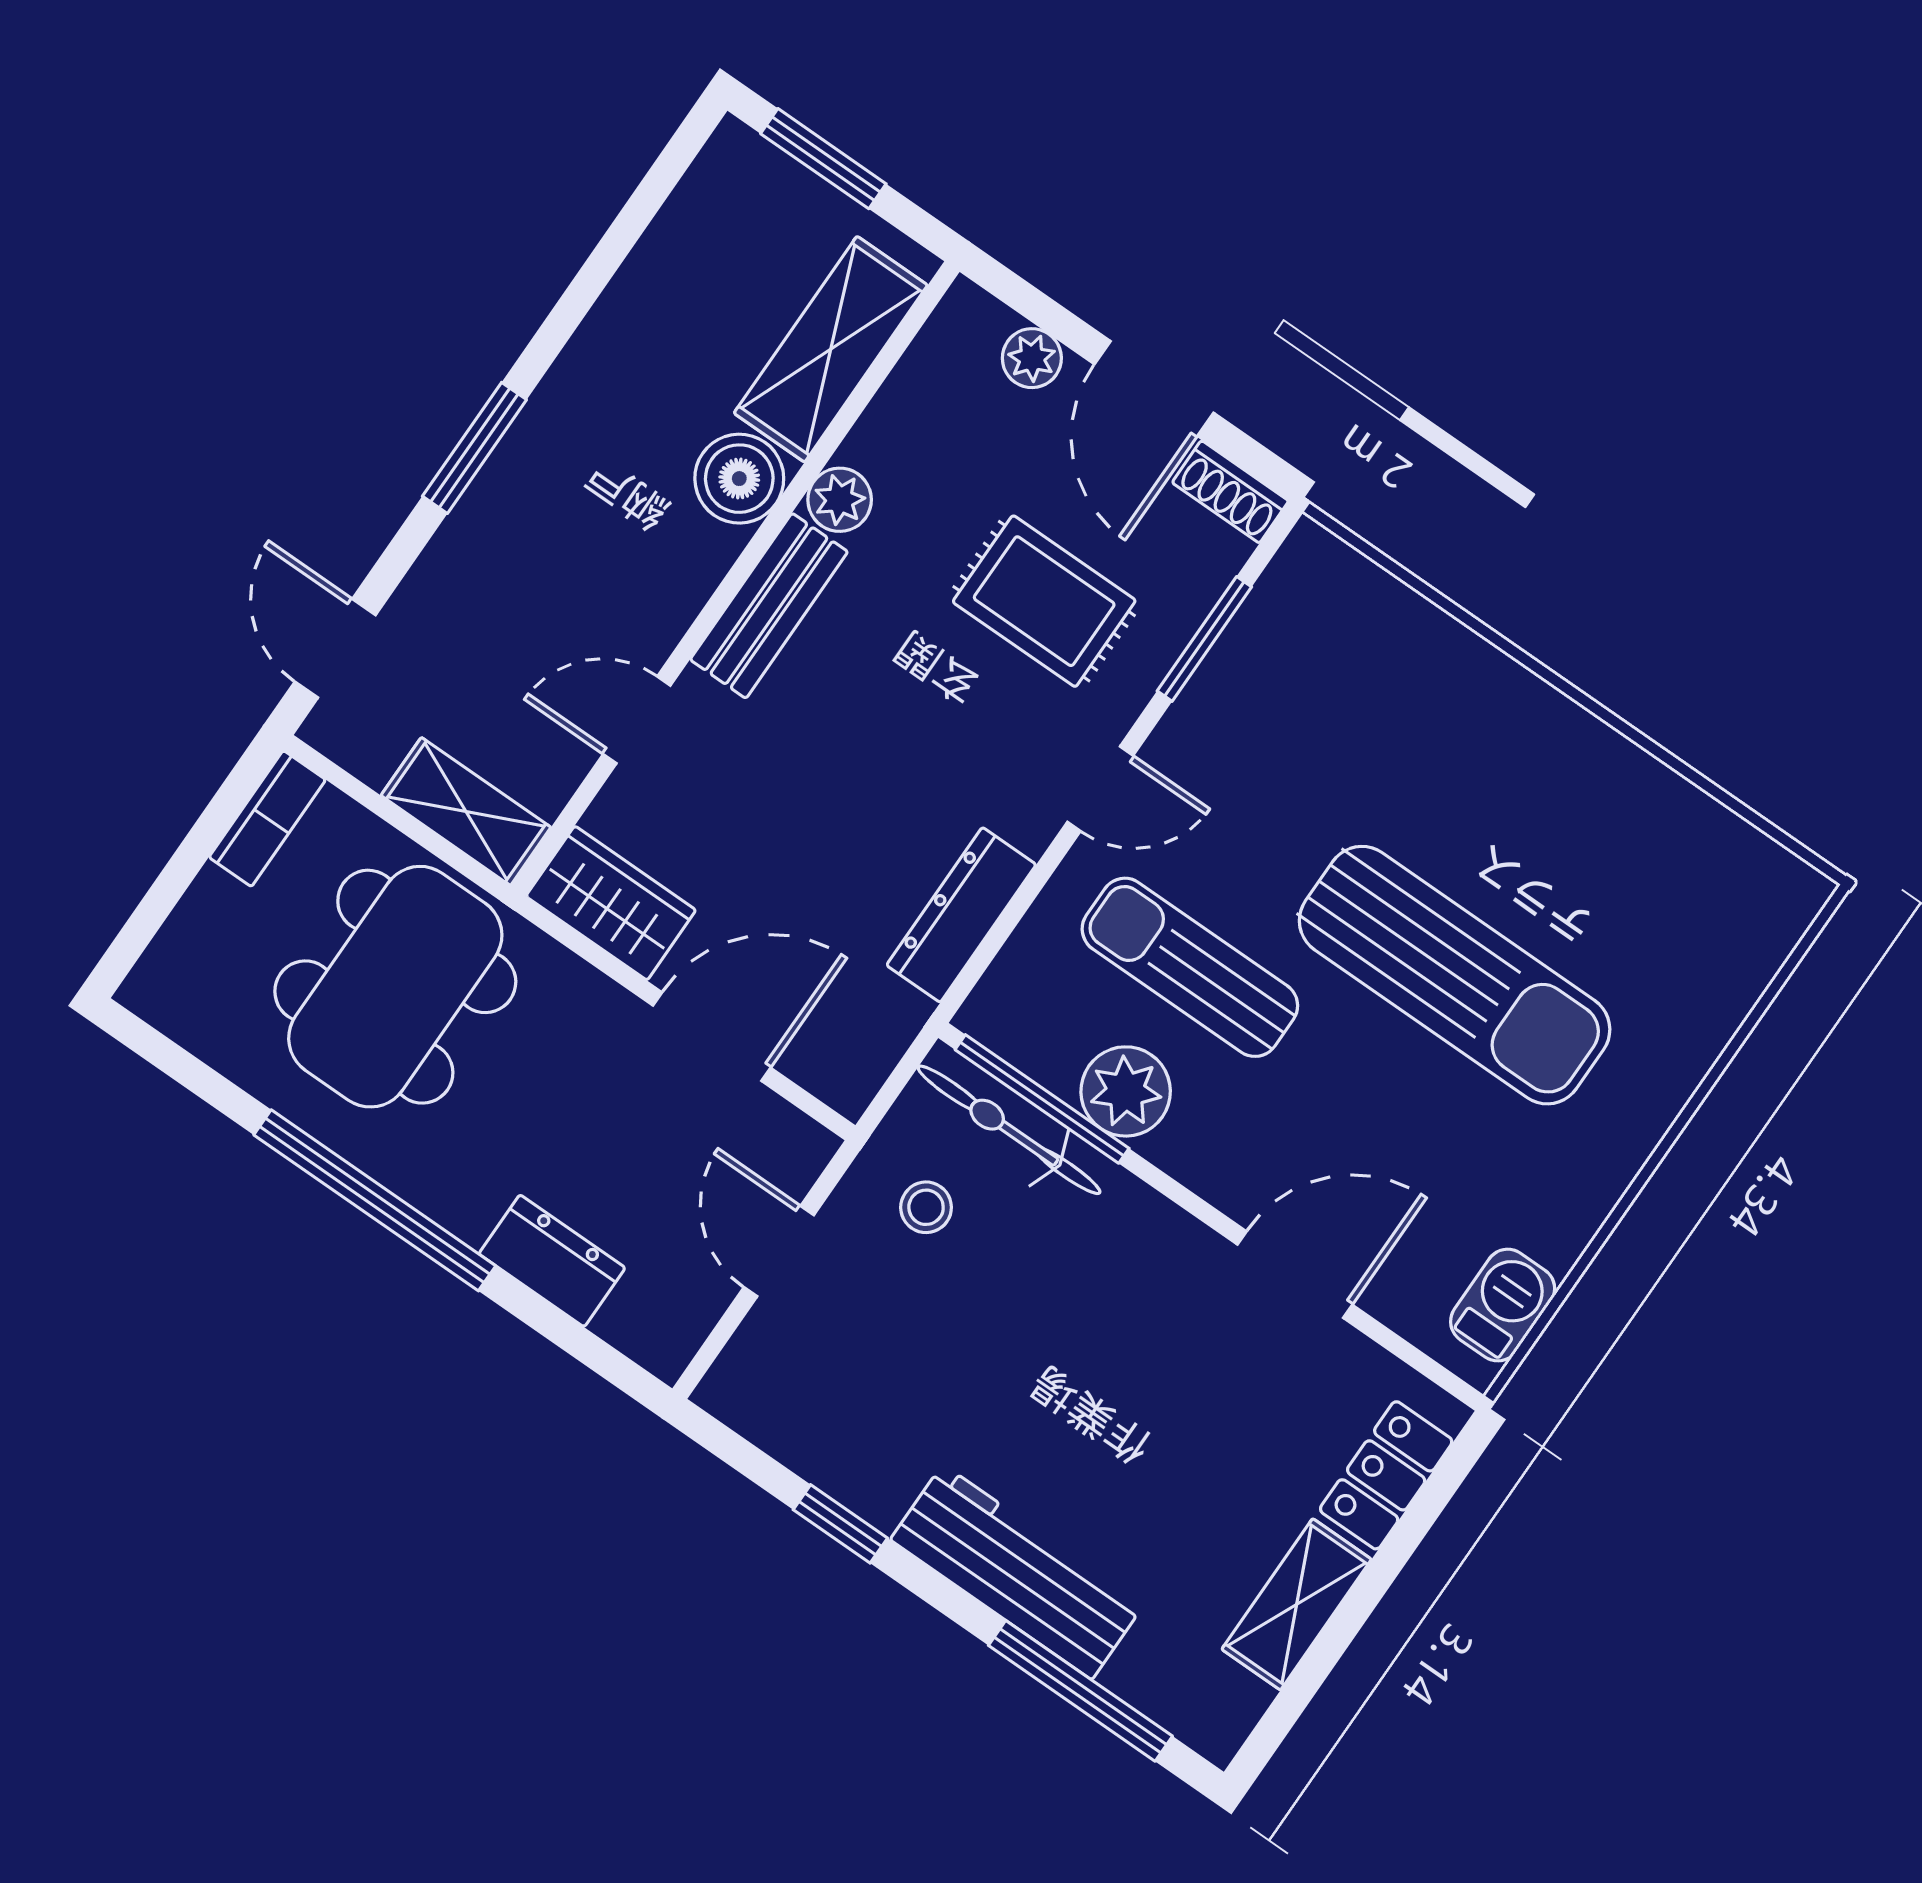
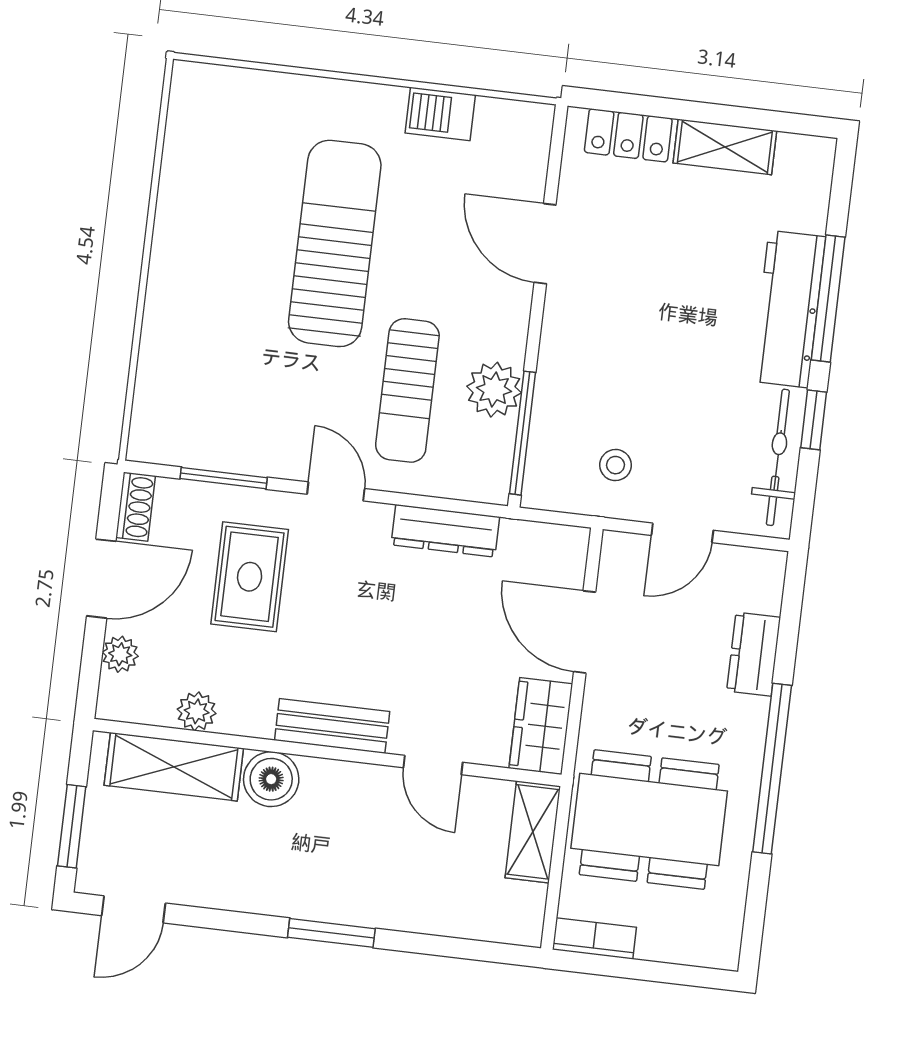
plant: (840, 500) -> (197, 711), moved
door: (335, 648) -> (134, 909), moved
bicycle: (1009, 1130) -> (778, 457), moved, turned 180
barbecue: (1503, 1305) -> (440, 114), moved
window: (1080, 1691) -> (828, 298), moved

